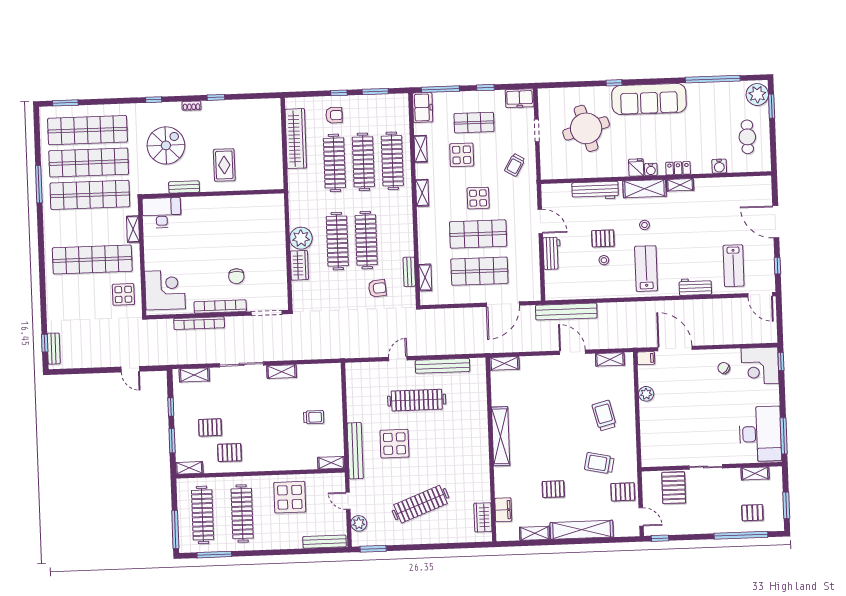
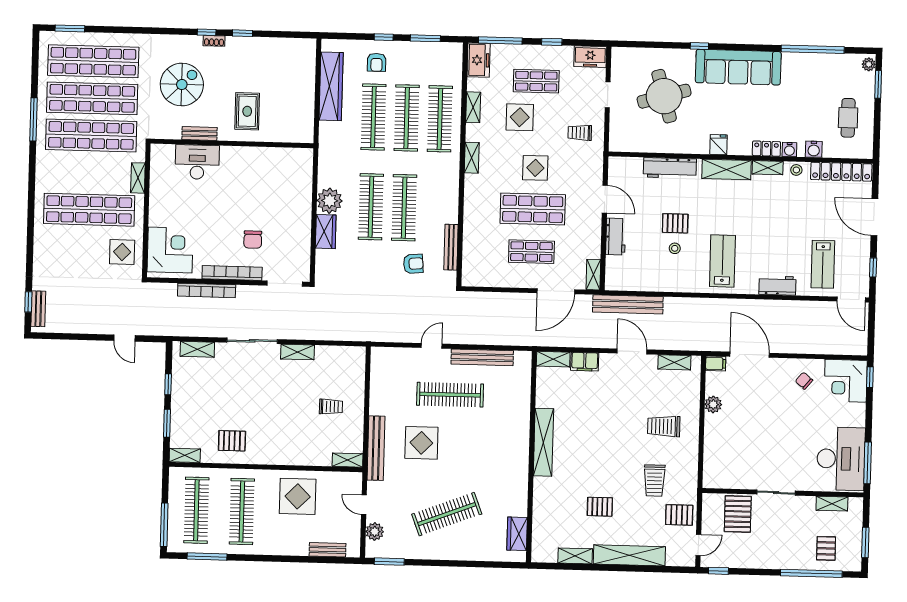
plant: (757, 95) -> (869, 64), width x0.53, depth x0.53
window: (154, 100) -> (207, 32), moved
armchair: (334, 115) -> (377, 62), turned 90
trolley: (515, 165) -> (580, 133), turned 60
water cooler: (651, 169) -> (789, 149), moved
locker: (744, 184) -> (841, 172), added
desk: (162, 213) -> (197, 162), moved
stool: (645, 225) -> (796, 170), moved
shop shelf: (479, 271) -> (531, 252), width x0.70, depth x0.74
bench: (409, 272) -> (451, 247), width x1.36
shelving: (425, 277) -> (593, 275), moved
trolley: (604, 416) -> (664, 426), turned -76
pallet: (210, 427) -> (212, 411), removed
trolley: (599, 463) -> (654, 480), turned -102
filing cabinet: (503, 510) -> (585, 362), moved, turned 90
pallet: (752, 513) -> (826, 548), turned 90
door: (641, 517) -> (698, 545), hinge flipped
bench: (325, 542) -> (327, 550), width x0.73

